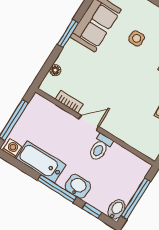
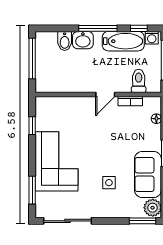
toilet: (100, 147) -> (139, 81), moved
bidet: (116, 209) -> (65, 41), moved
window: (92, 211) -> (139, 28), moved

